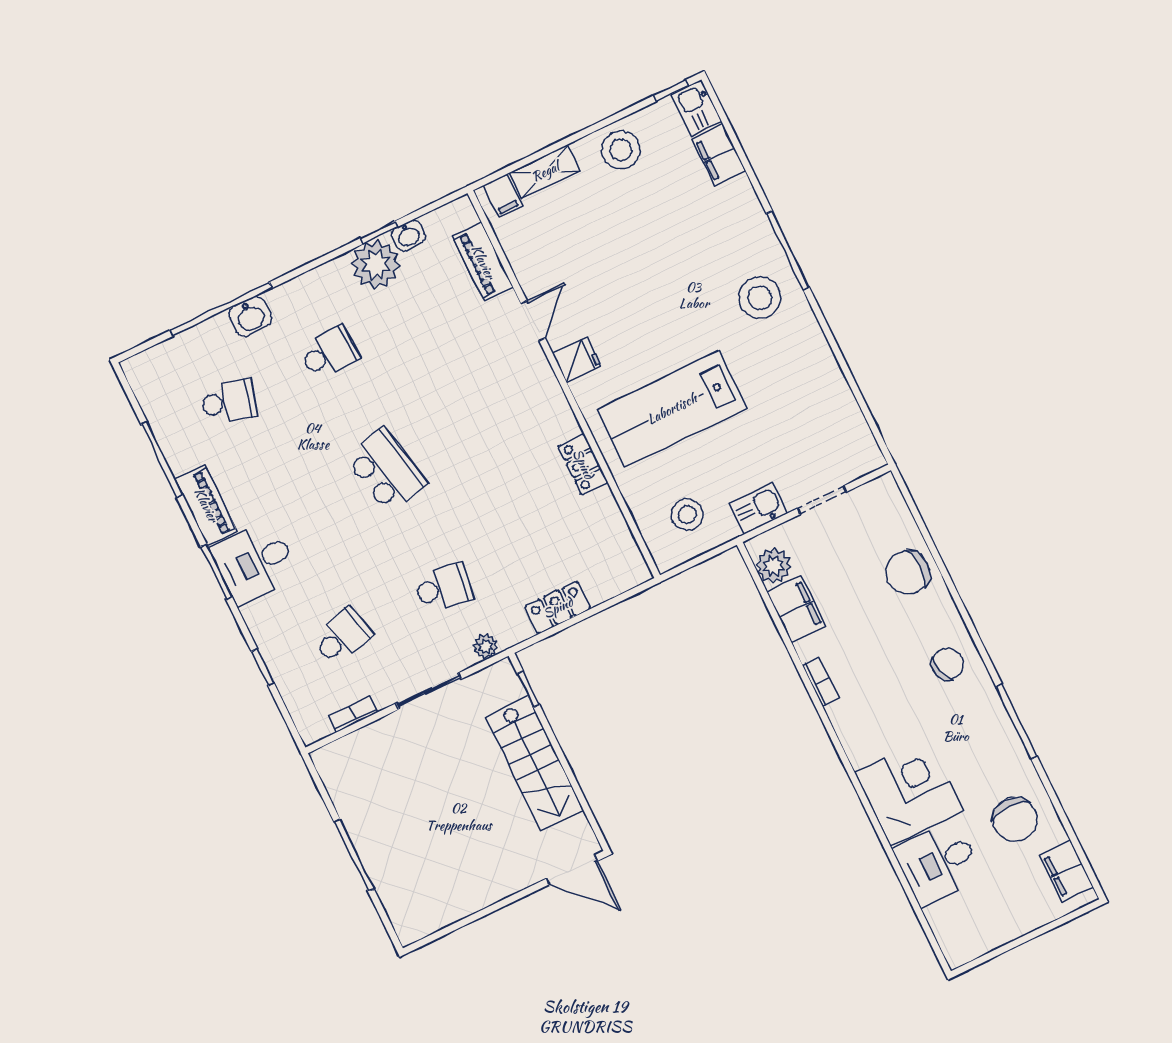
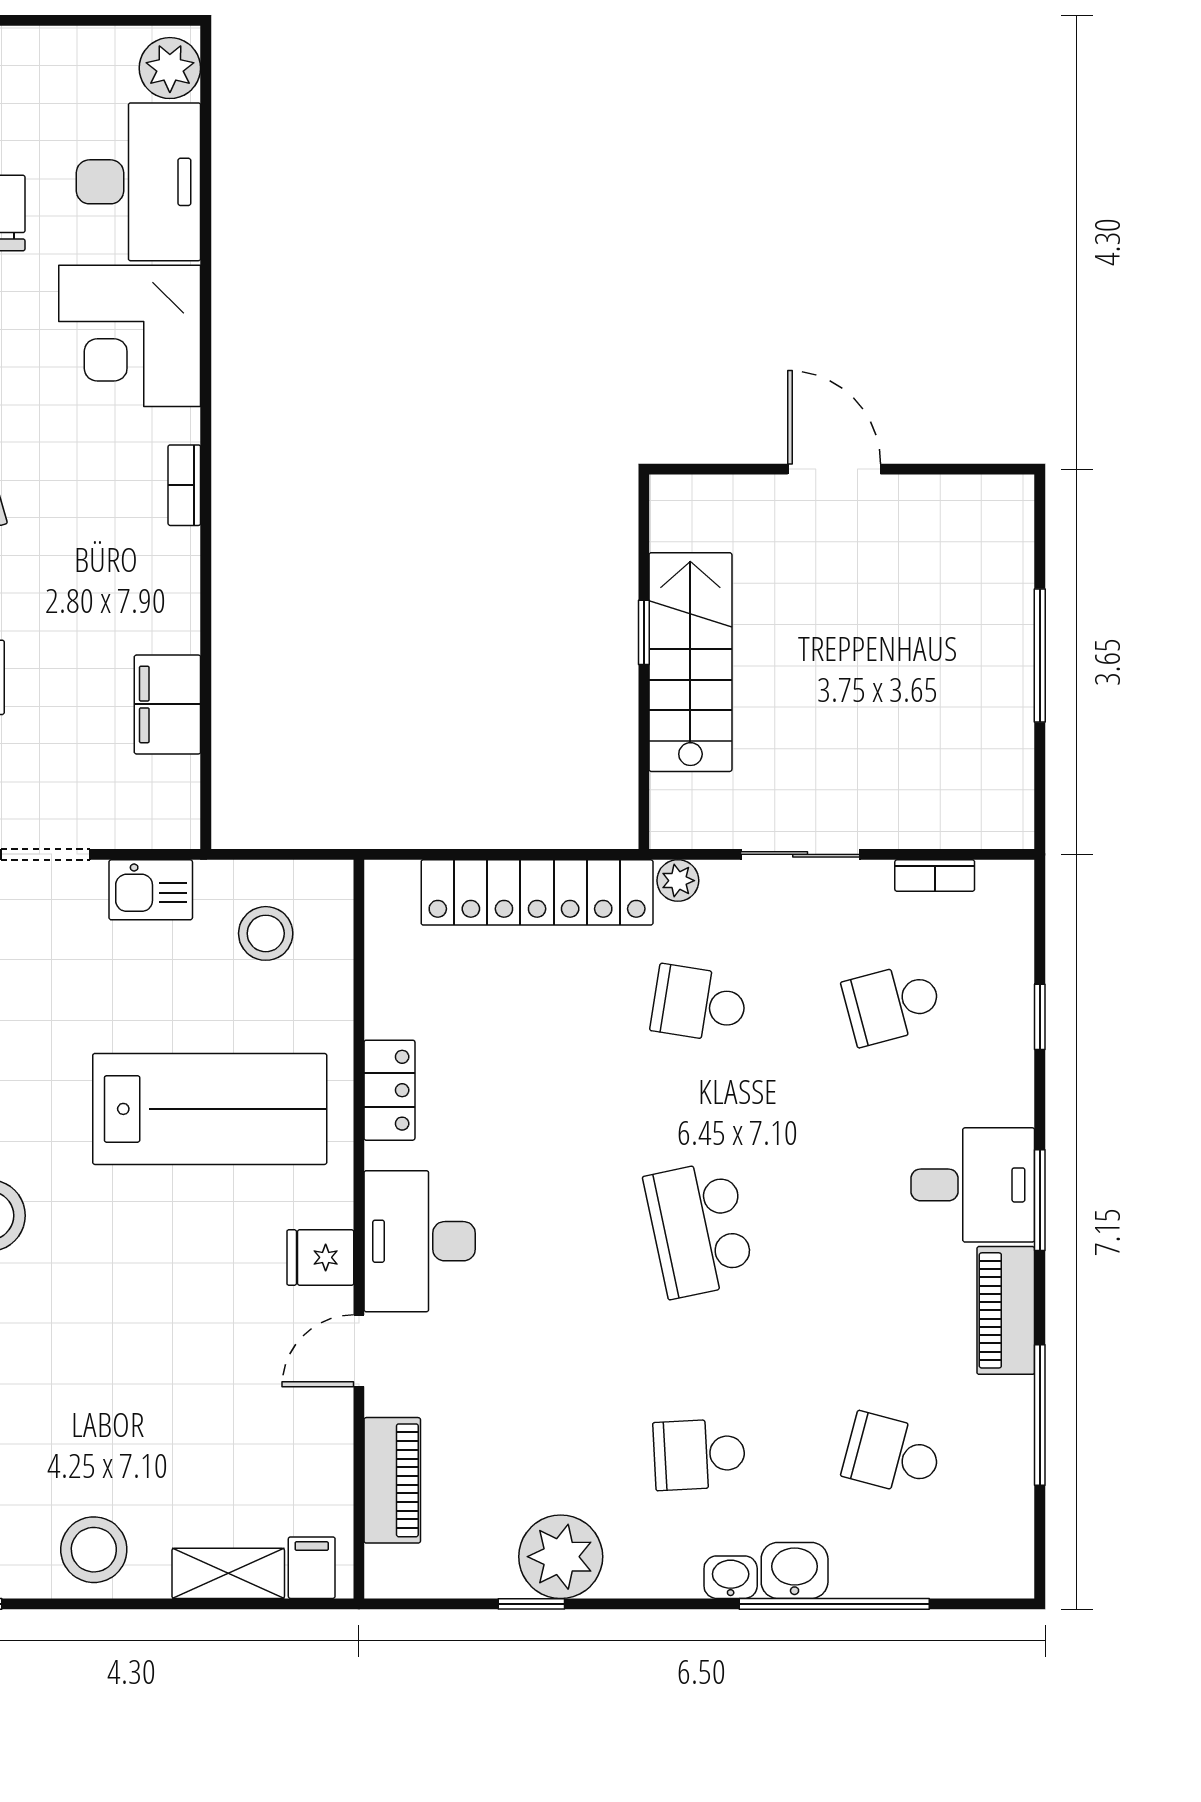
washbasin: (408, 235) -> (731, 1577), moved
desk: (529, 393) -> (420, 1241), added
plant: (774, 566) -> (170, 68), moved
locker: (558, 608) -> (537, 892), width x2.16, depth x1.21
bookcase: (821, 682) -> (184, 485), moved
window: (528, 689) -> (644, 632), moved
desk: (938, 863) -> (138, 182), width x1.37
door: (572, 870) -> (834, 469), moved

